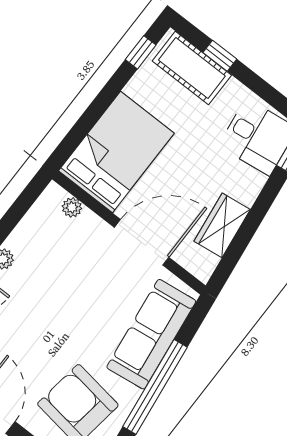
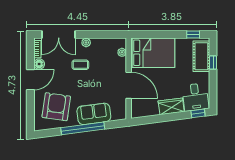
wardrobe: (222, 225) -> (171, 106), moved
coffee table: (36, 301) -> (80, 65), added
sofa: (151, 334) -> (94, 114), width x0.73

